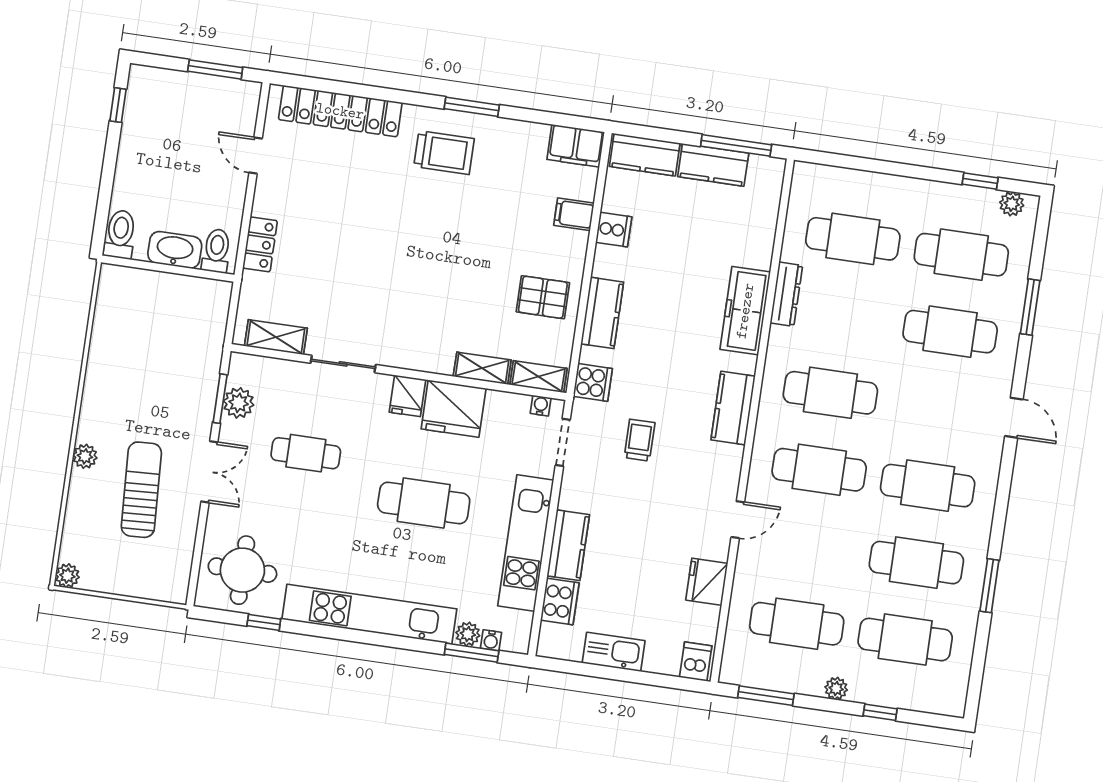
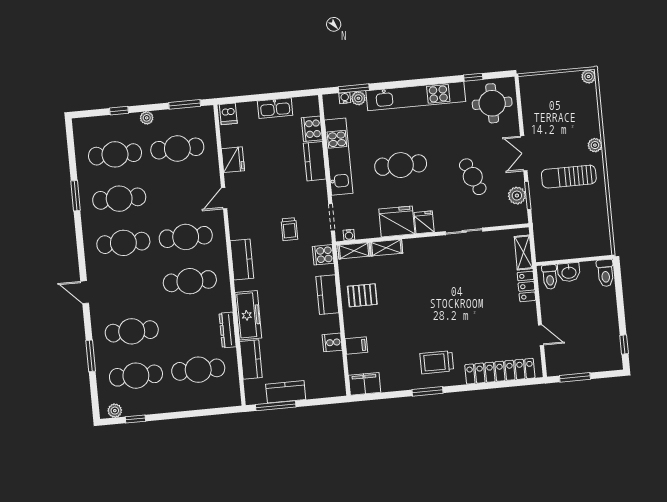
kitchen counter: (645, 155) -> (251, 359), moved, turned 90
washbasin: (175, 250) -> (569, 272), width x0.72
shelving: (276, 337) -> (523, 253), moved, turned 90
cafe table: (306, 453) -> (473, 177), turned 66
sun lounger: (141, 490) -> (569, 177), moved, turned 93

